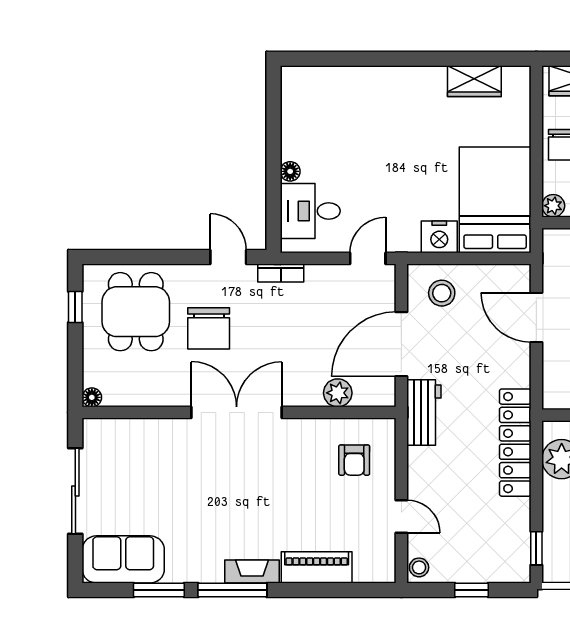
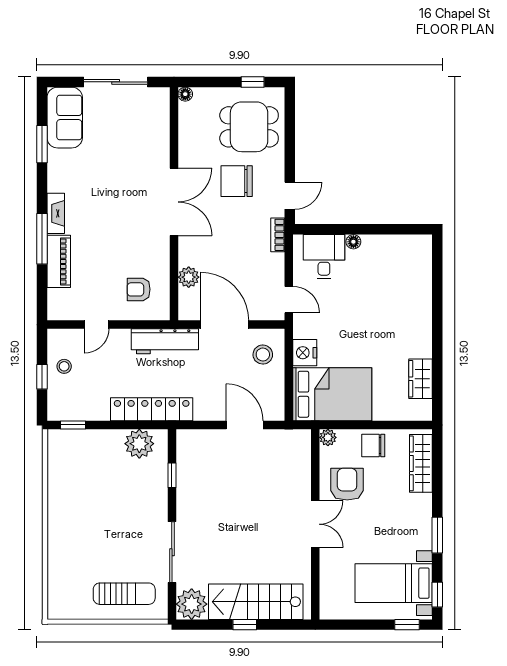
door: (536, 317) -> (245, 425), hinge flipped
workbench: (424, 412) -> (165, 341), width x1.38
stool: (419, 567) -> (64, 366), moved
window: (232, 590) -> (42, 239), moved

